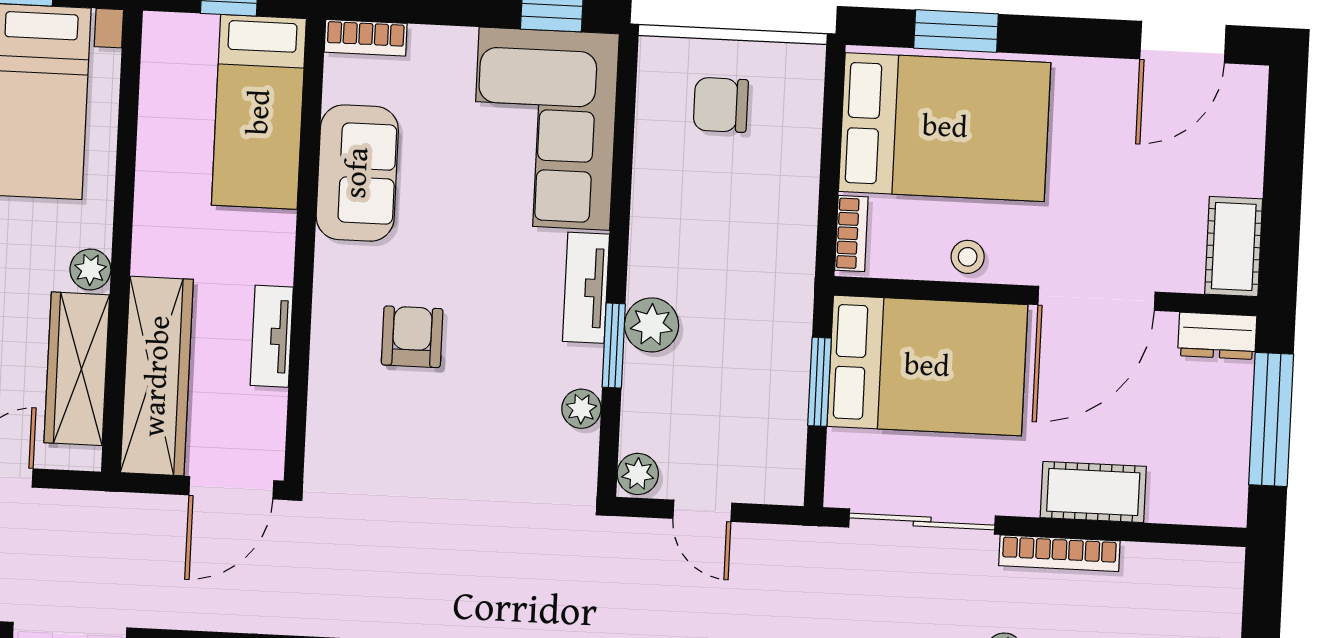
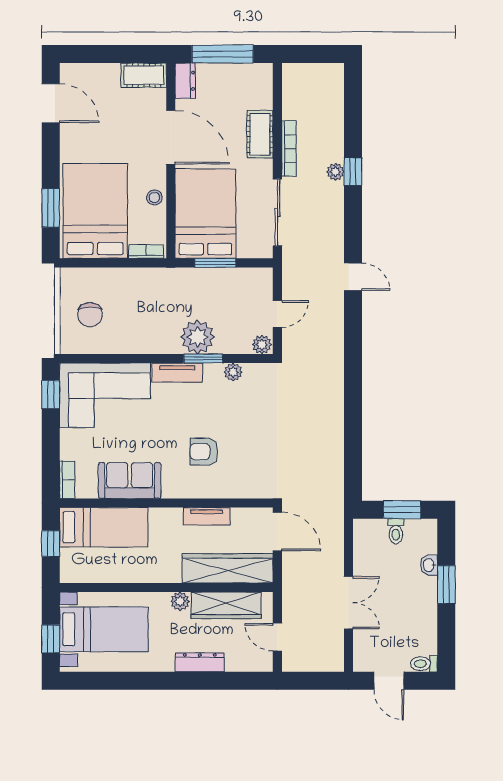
plant: (652, 325) -> (197, 337), width x1.36, depth x1.36

